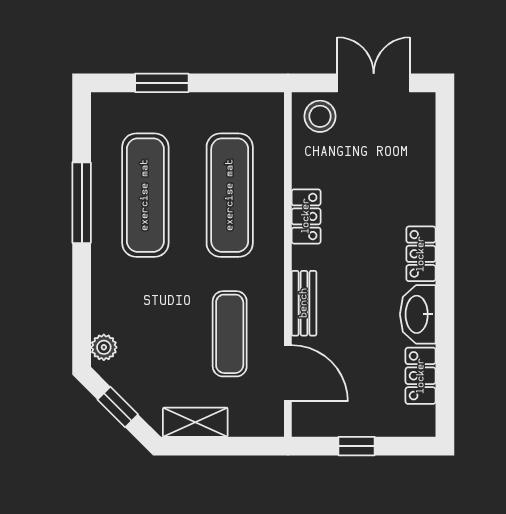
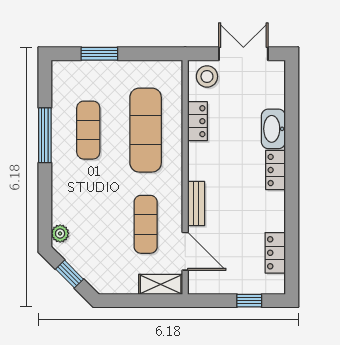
exercise mat: (145, 195) -> (88, 130), width x0.73, depth x0.69
locker: (306, 216) -> (198, 121), moved
washbasin: (418, 314) -> (273, 129), moved
shelving: (195, 422) -> (161, 284), moved
window: (357, 446) -> (249, 301), moved

